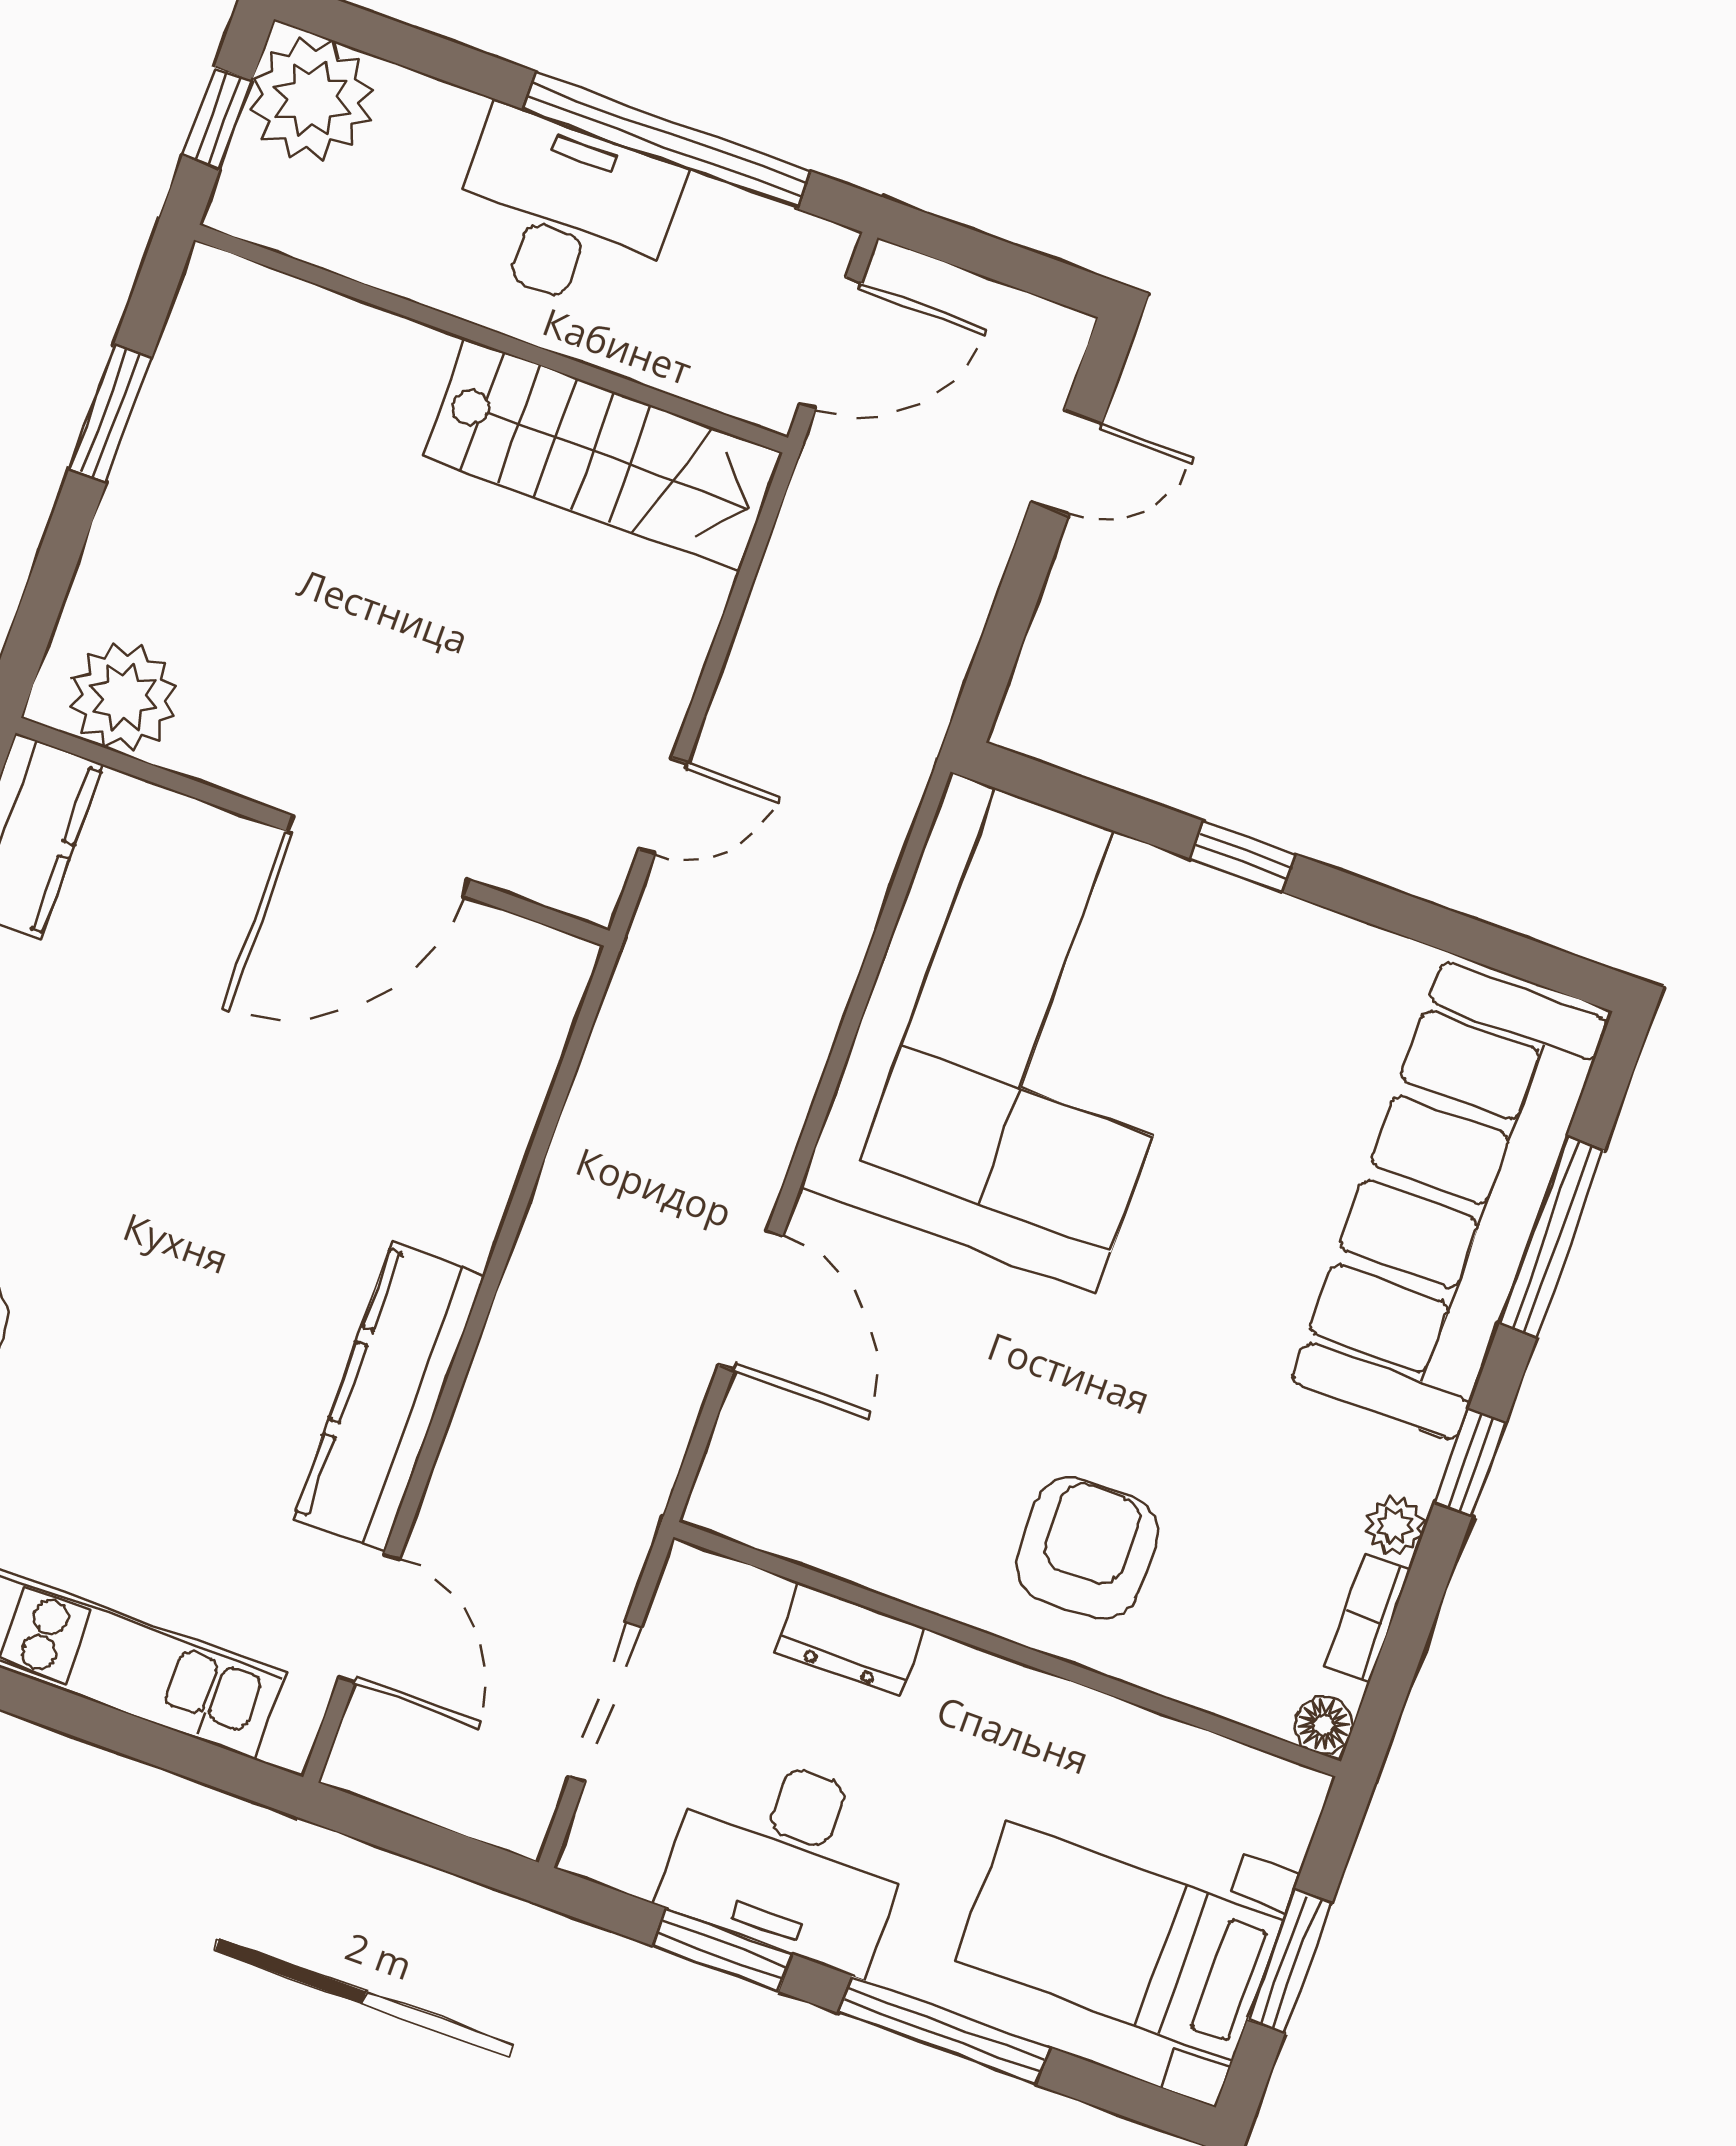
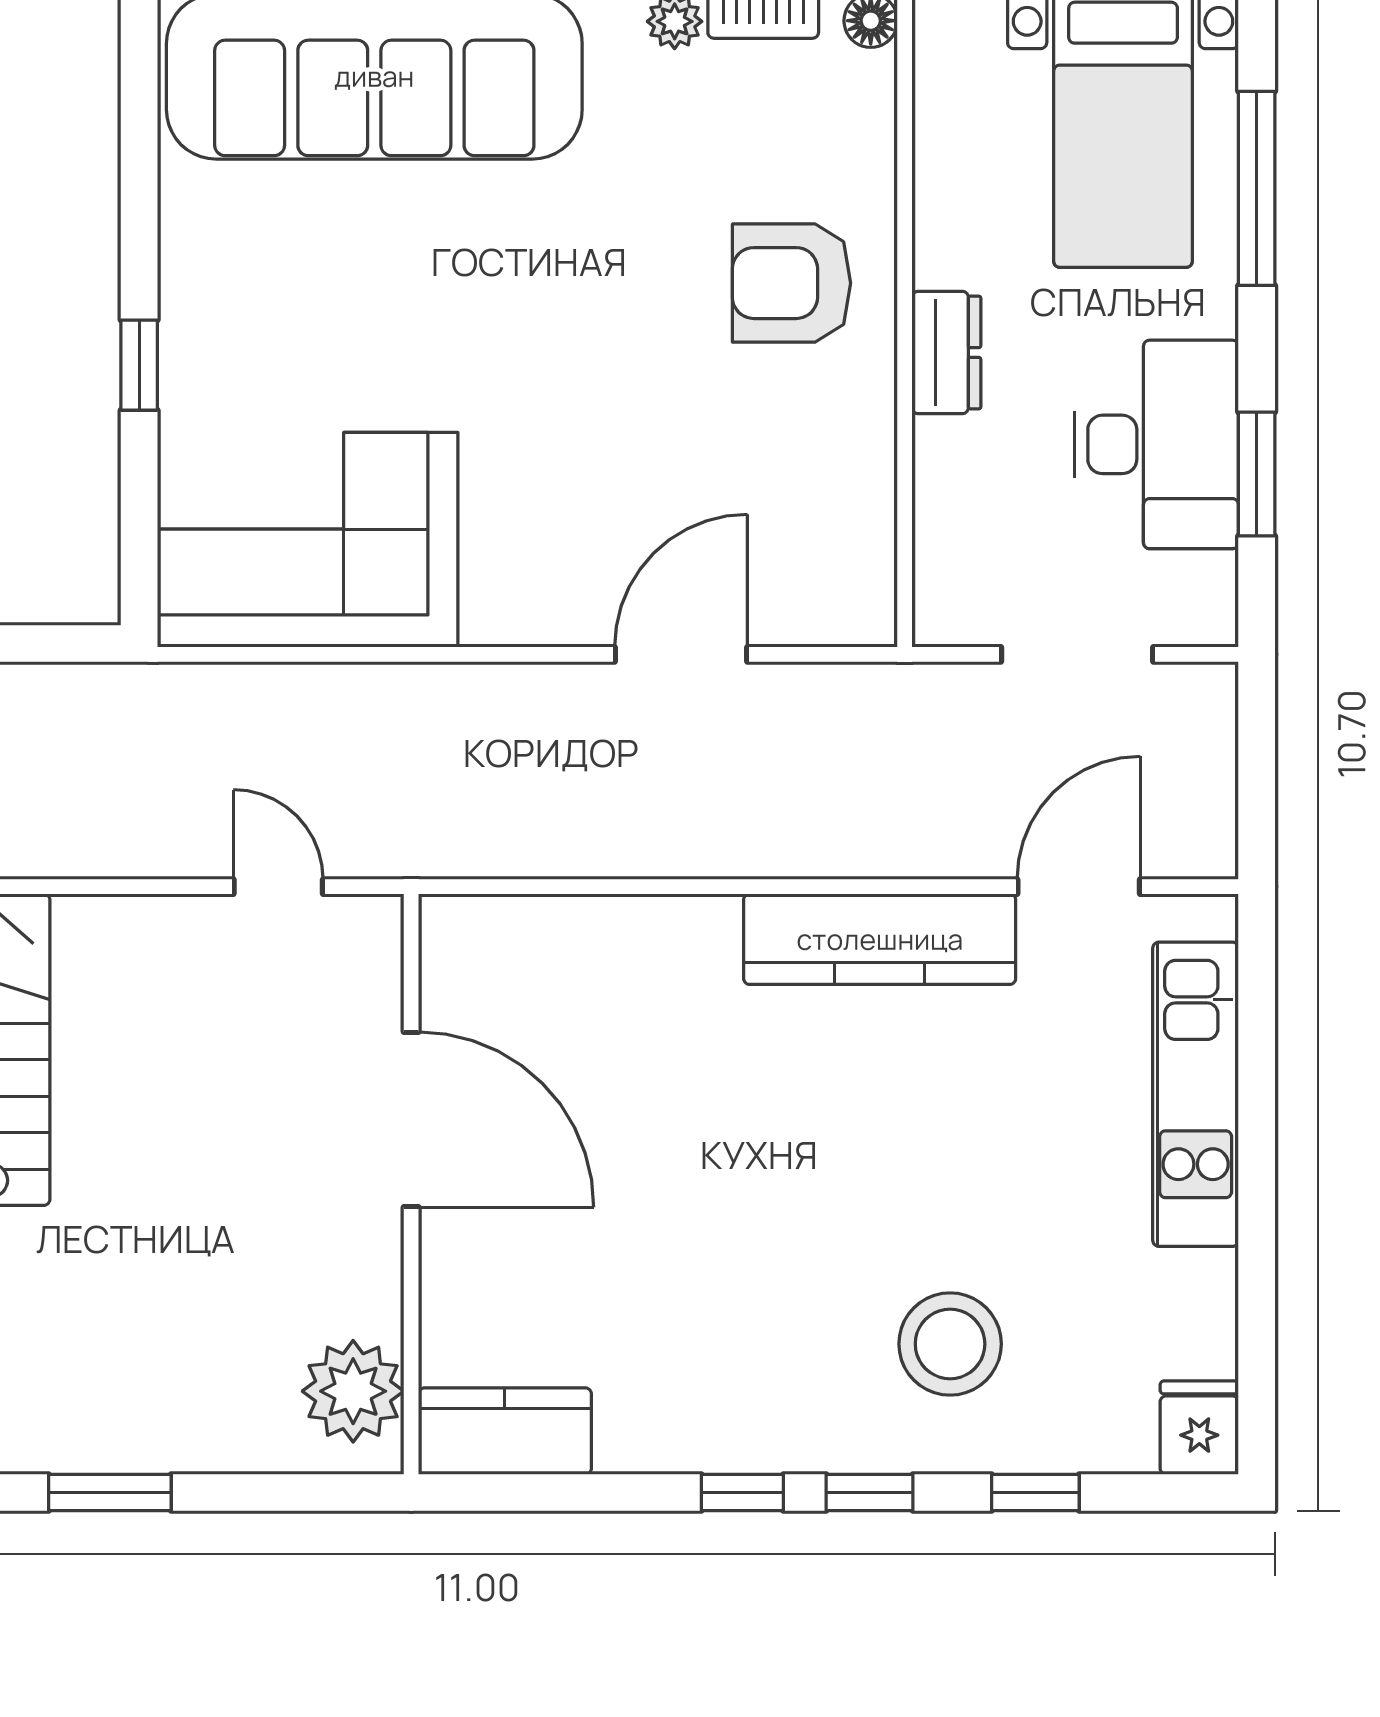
corner sofa: (1023, 1033) -> (308, 540), width x0.73, depth x0.74
dresser: (849, 1640) -> (946, 352), moved
window: (944, 2030) -> (1257, 188), moved

